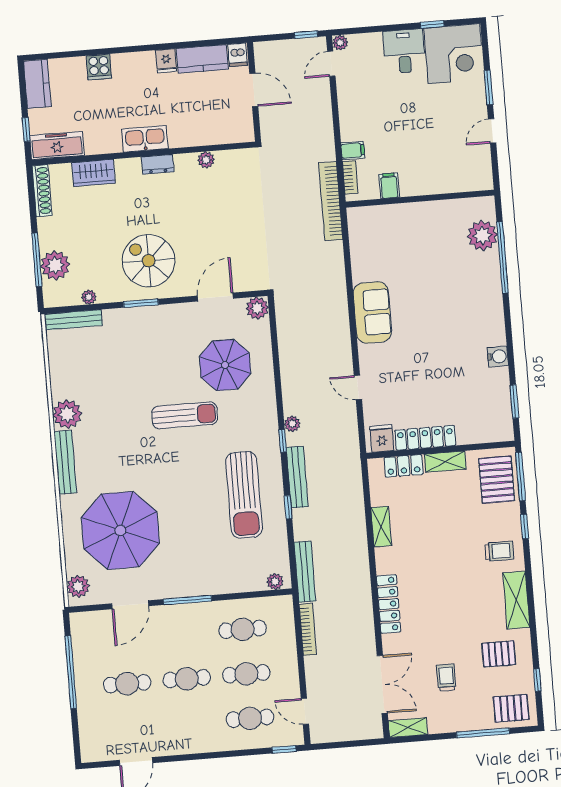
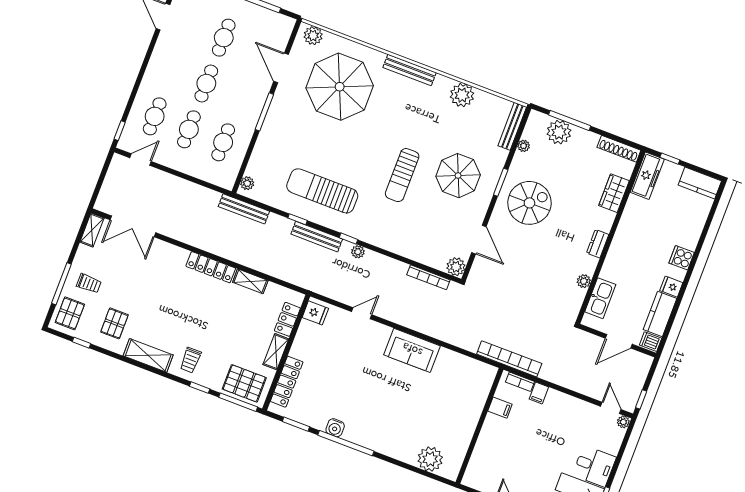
cooker: (99, 67) -> (682, 258), moved
kitchen sink: (145, 139) -> (600, 298), moved
window: (502, 257) -> (346, 443), moved
parasol: (225, 365) -> (458, 176), moved
plant: (67, 414) -> (462, 95), moved
locker: (425, 438) -> (287, 382), moved
locker: (389, 604) -> (211, 267), moved
bookcase: (308, 629) -> (428, 277), moved
trolley: (446, 677) -> (89, 283), moved

